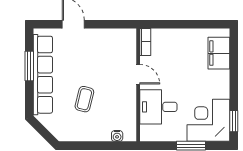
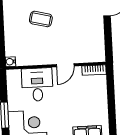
water cooler: (117, 136) -> (10, 62), moved

